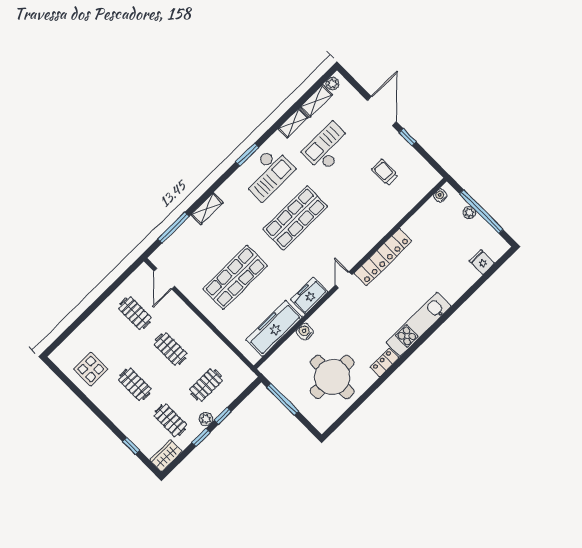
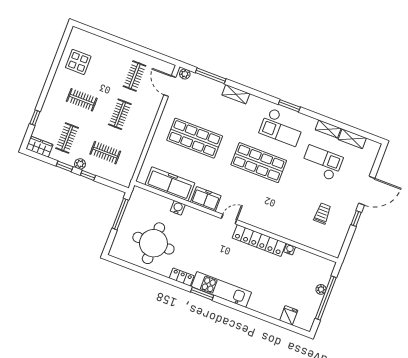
plant: (332, 84) -> (185, 74), moved
water cooler: (440, 196) -> (290, 249), moved
door: (164, 279) -> (170, 86), hinge flipped
window: (414, 348) -> (202, 294), added
clothes rail: (135, 384) -> (82, 100), turned 90

